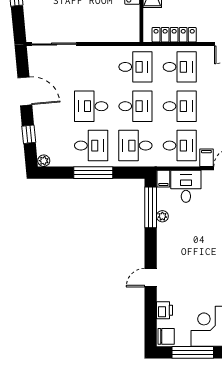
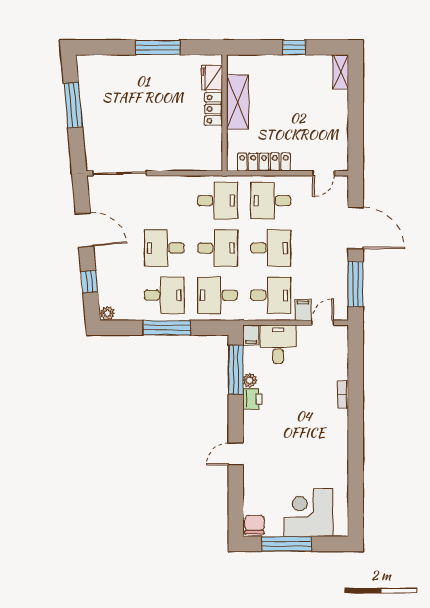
desk: (180, 67) -> (271, 201), turned 180
printer: (165, 310) -> (252, 399), moved
chair: (166, 336) -> (254, 525), turned -90

